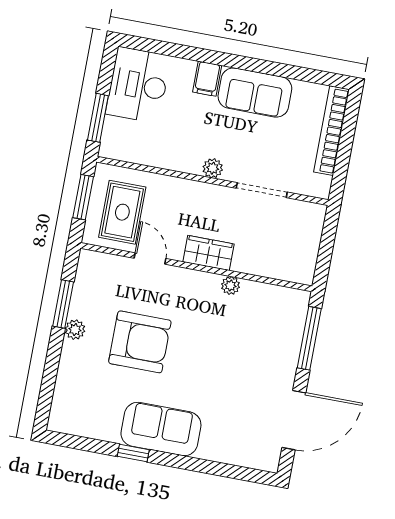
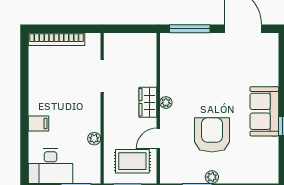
sofa: (255, 92) -> (41, 92), removed
plant: (213, 168) -> (94, 139), moved
plant: (230, 286) -> (166, 102), moved

